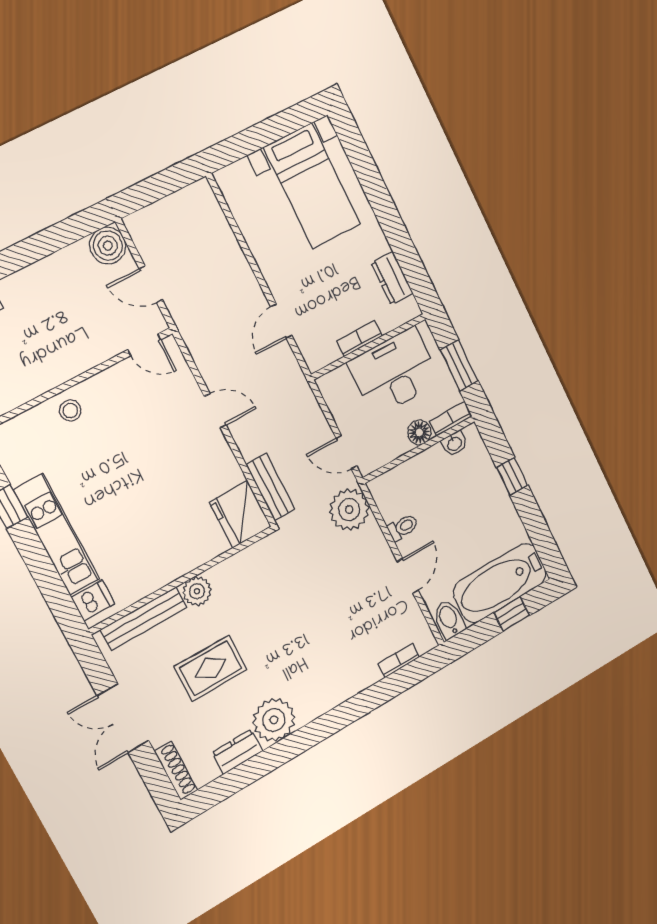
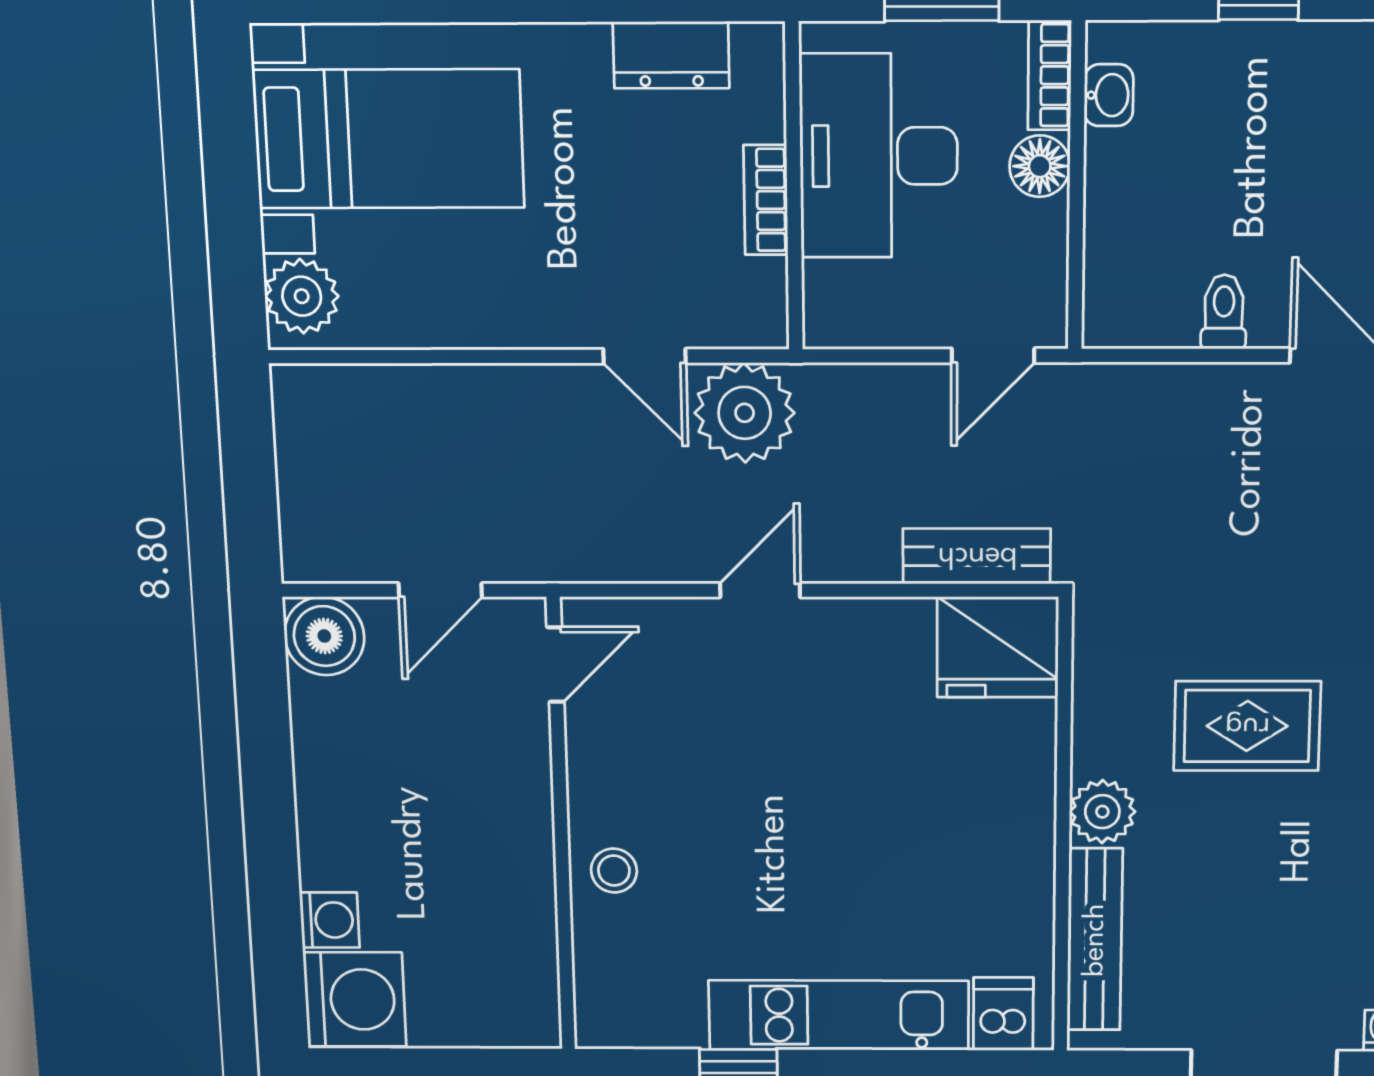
plant: (238, 178) -> (302, 296), added
plant: (349, 510) -> (745, 413), moved
rug: (211, 668) -> (1247, 726), moved, turned 90

